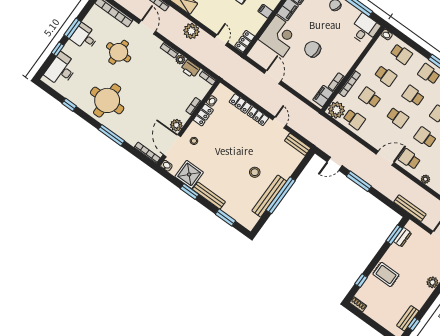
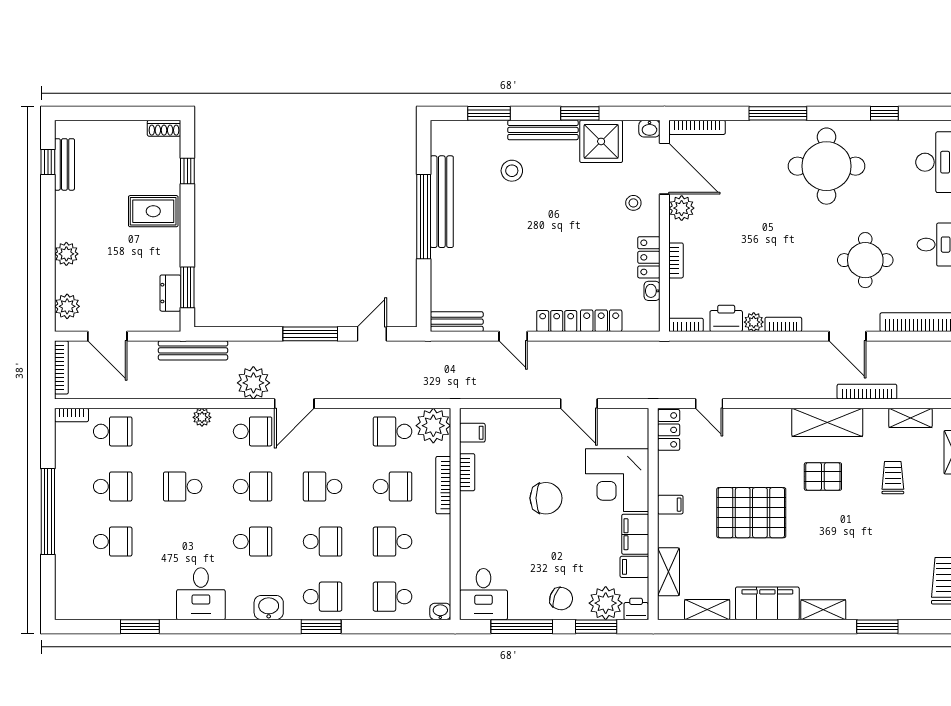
plant: (191, 31) -> (253, 383), moved
filing cabinet: (323, 96) -> (472, 433), width x0.50
stool: (255, 172) -> (512, 171), moved

